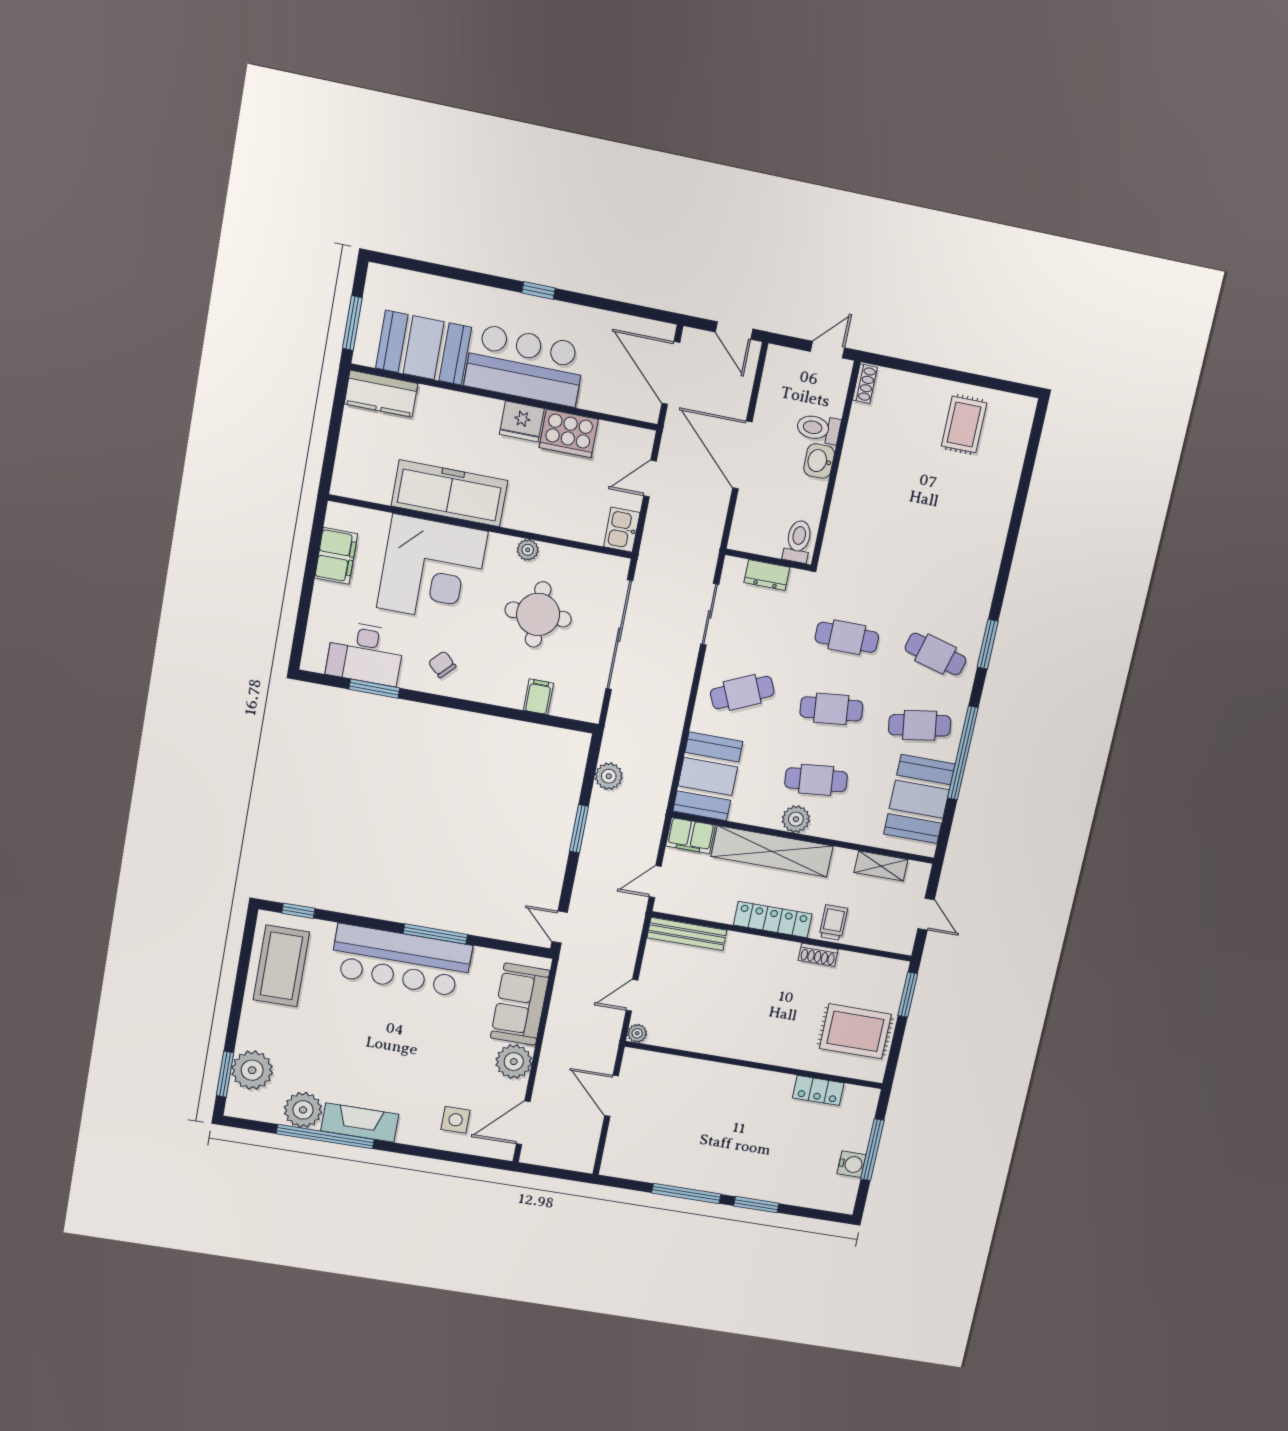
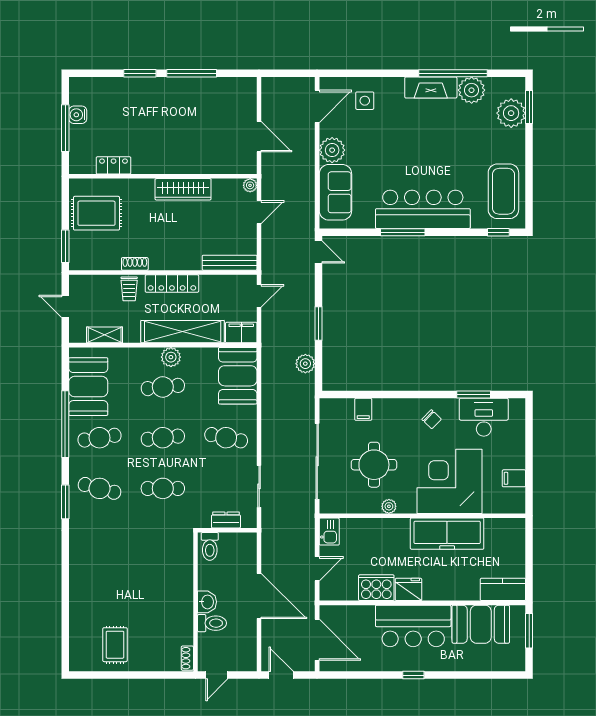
filing cabinet: (336, 556) -> (514, 478), width x0.50
cafe table: (742, 692) -> (226, 438), turned 36
wardrobe: (730, 1043) -> (183, 189), added

